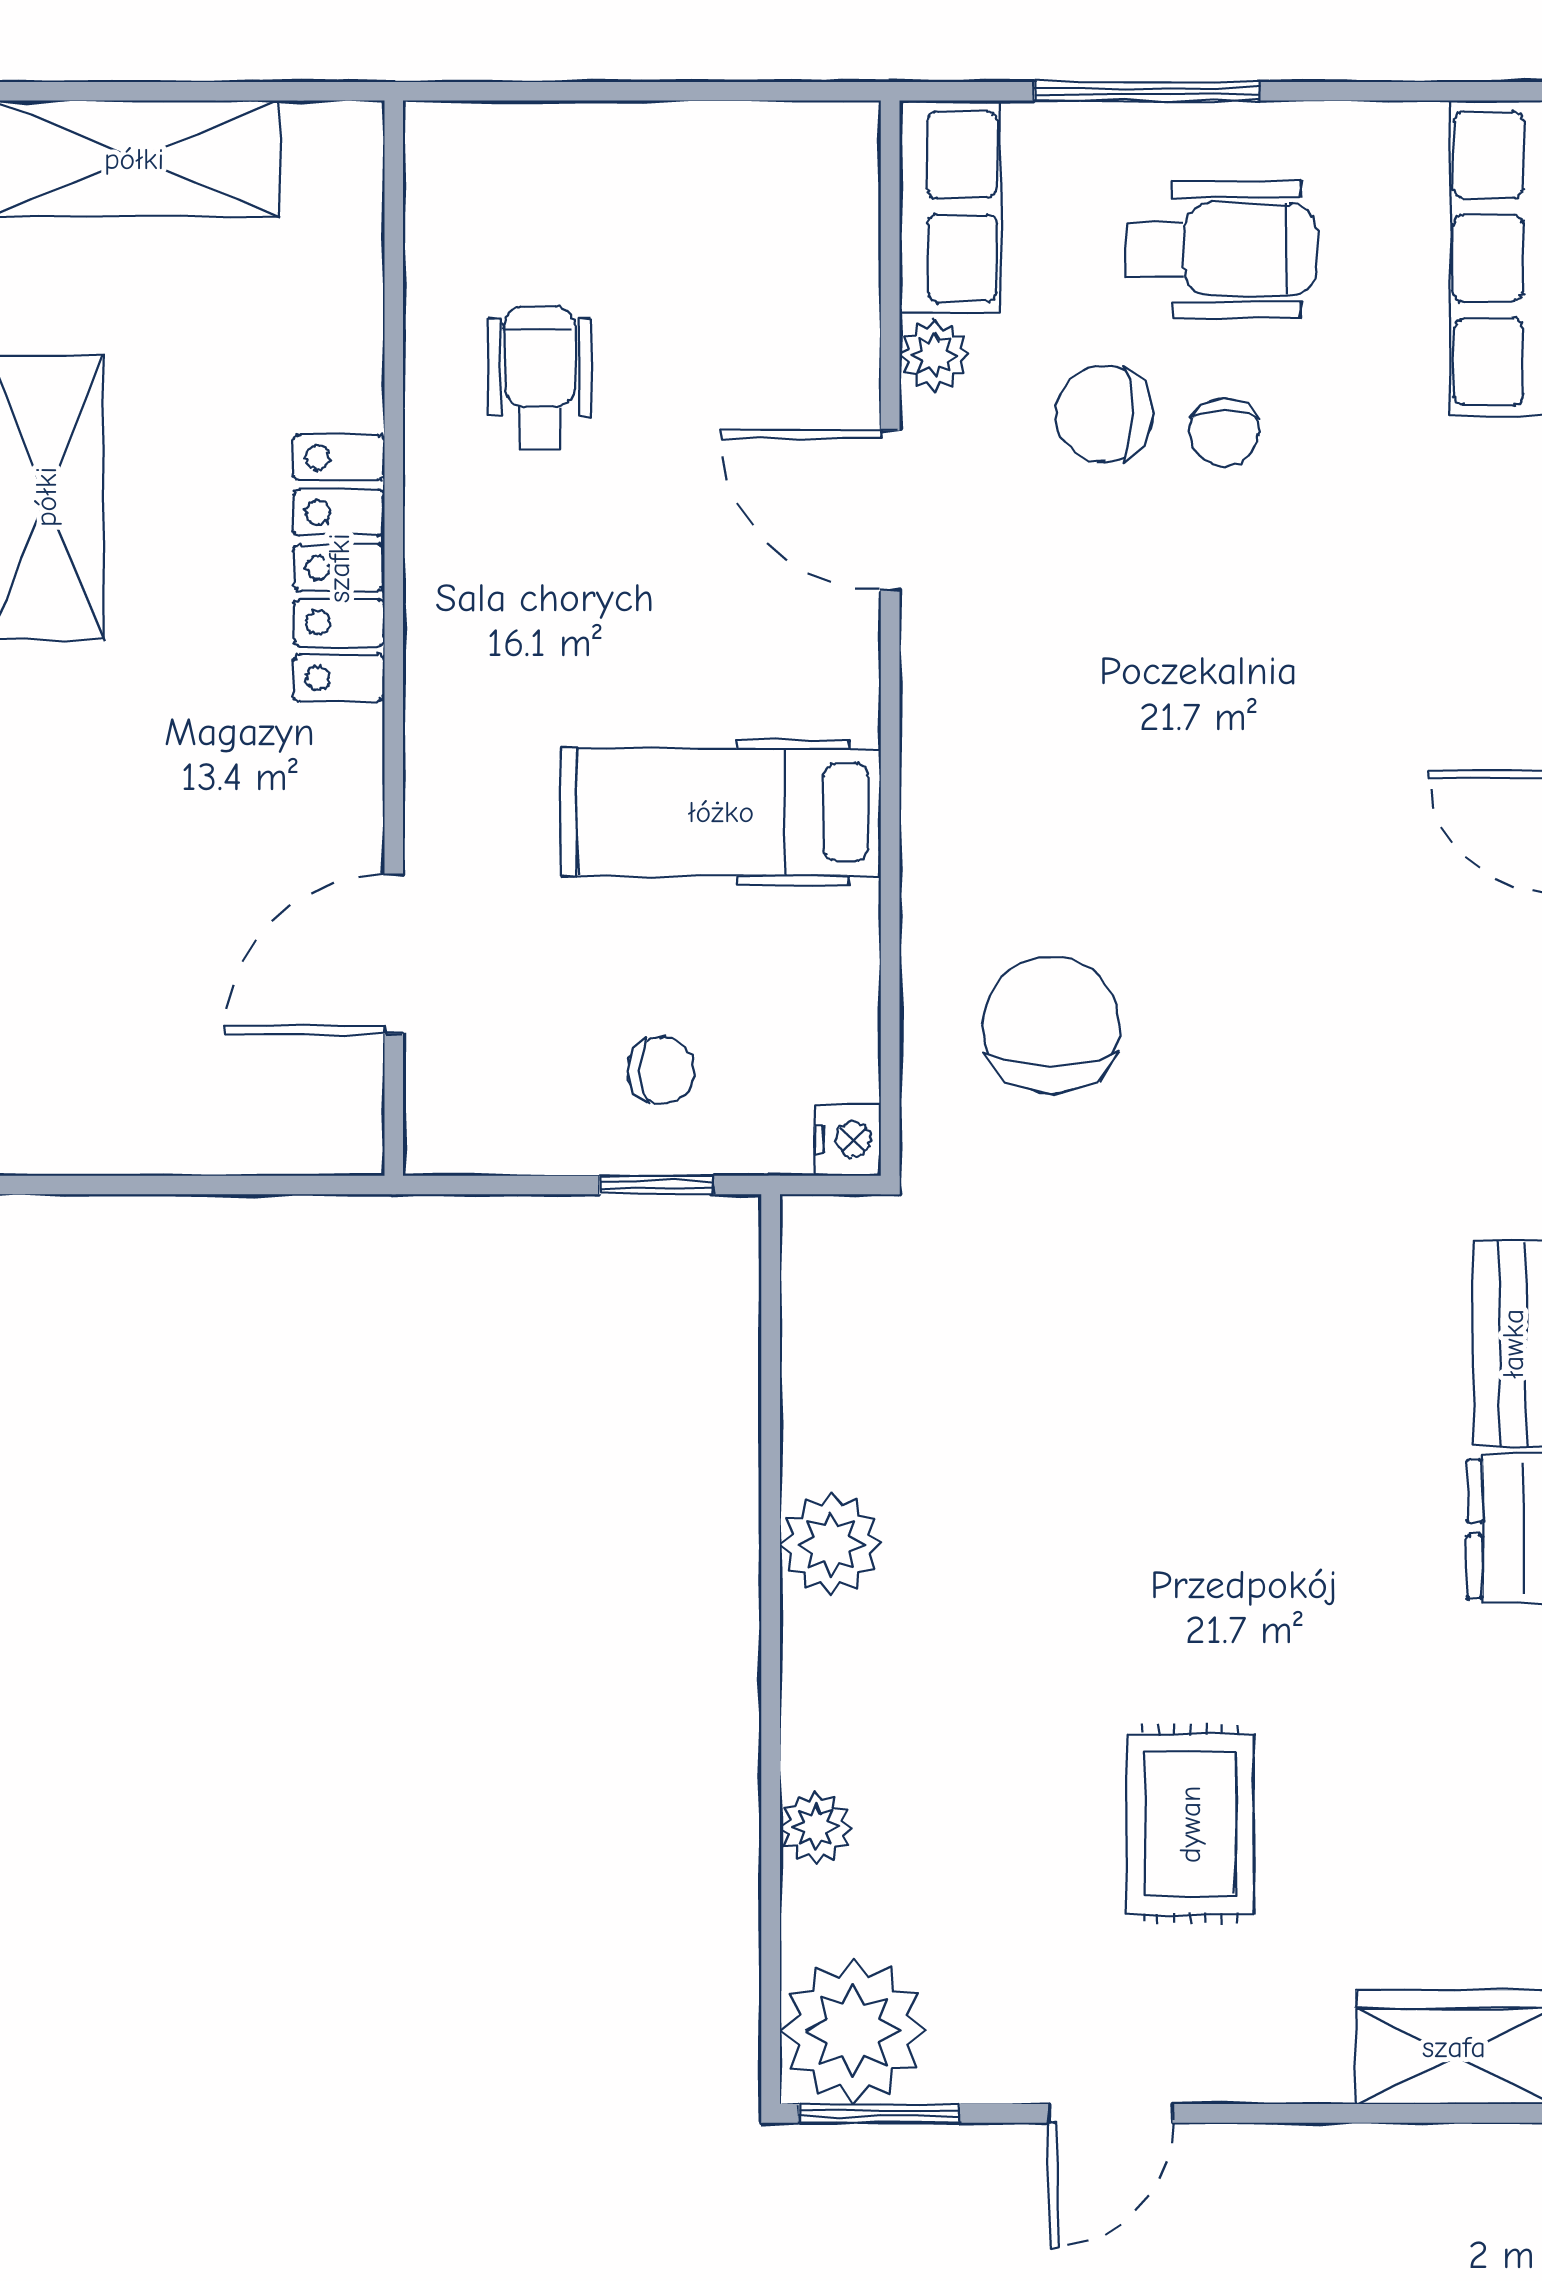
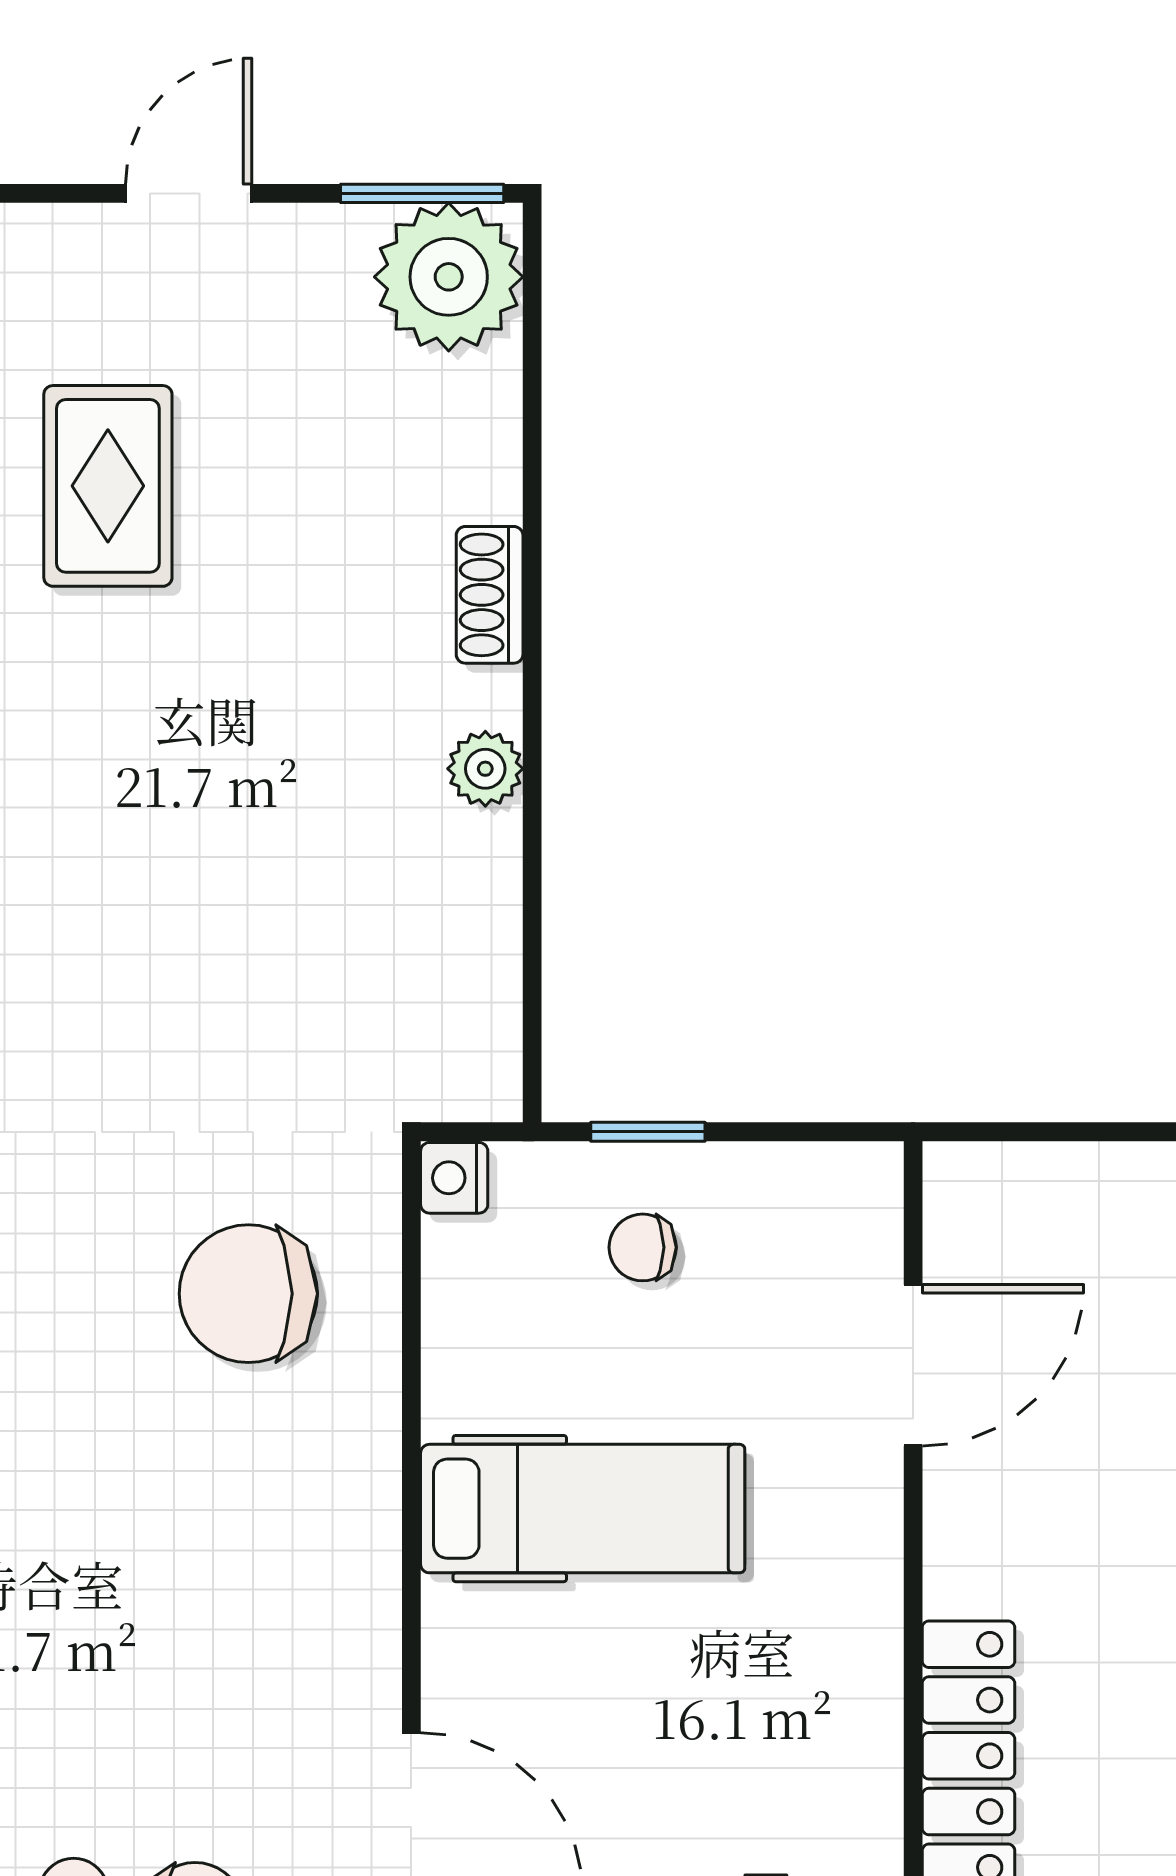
chair: (1051, 1025) -> (248, 1294), turned 90
plant: (831, 1544) -> (485, 769), width x0.73, depth x0.73
shoe rack: (813, 1716) -> (490, 595), added
plant: (816, 1827) -> (486, 482), removed

